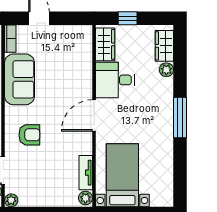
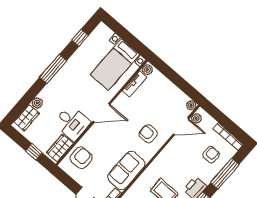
armchair: (76, 53) -> (81, 158), added
window: (180, 172) -> (80, 38), added

